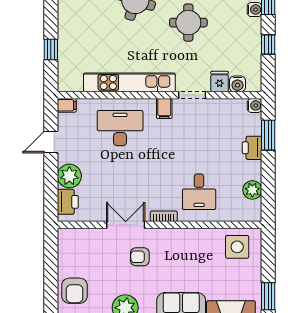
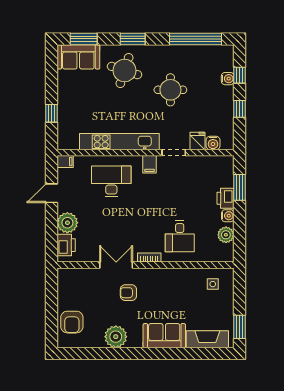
water cooler: (255, 105) -> (228, 216), moved
side table: (237, 247) -> (213, 284), width x0.54, depth x0.54

